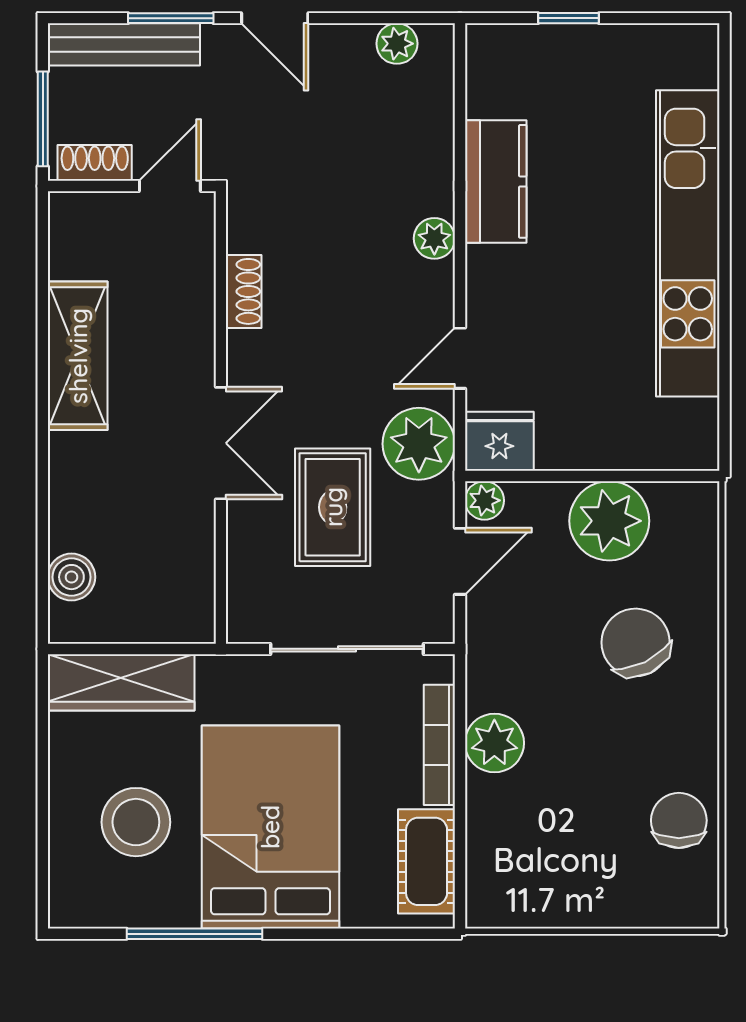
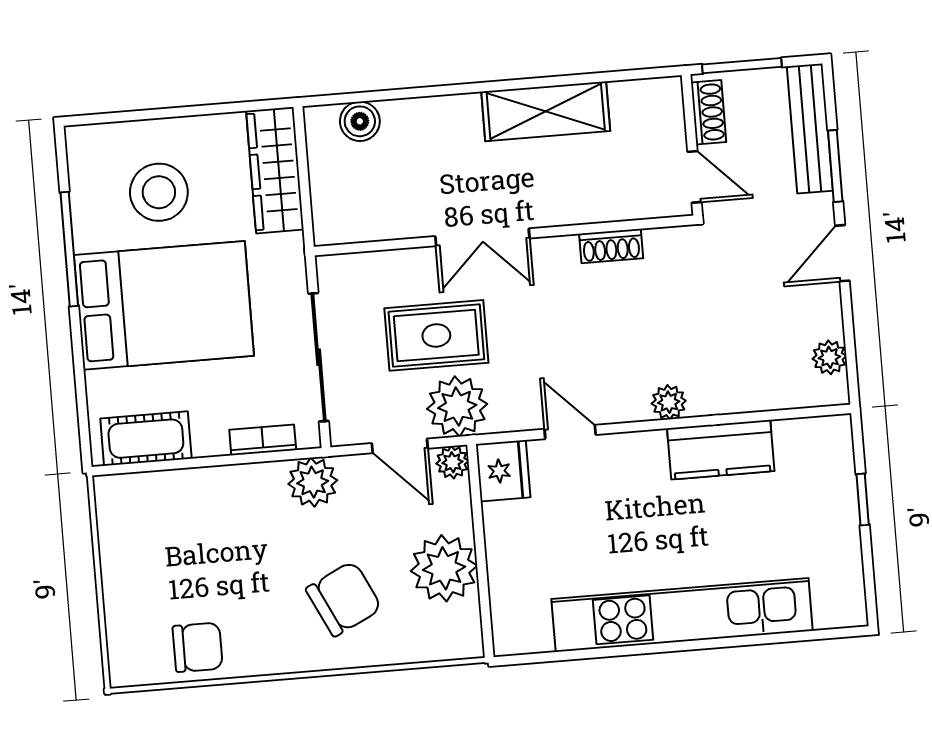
plant: (419, 444) -> (457, 406), moved
plant: (494, 743) -> (313, 482), moved
bookcase: (439, 745) -> (263, 440), width x0.64

